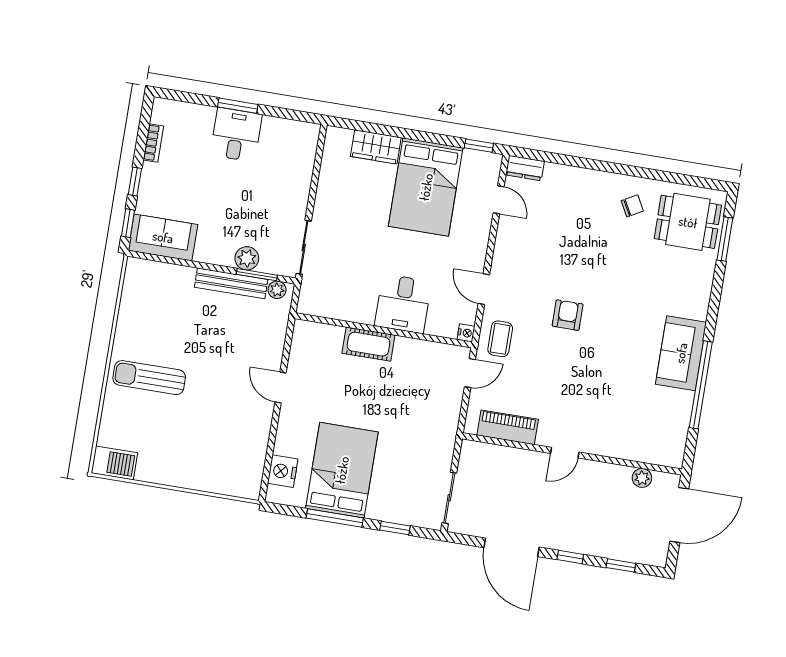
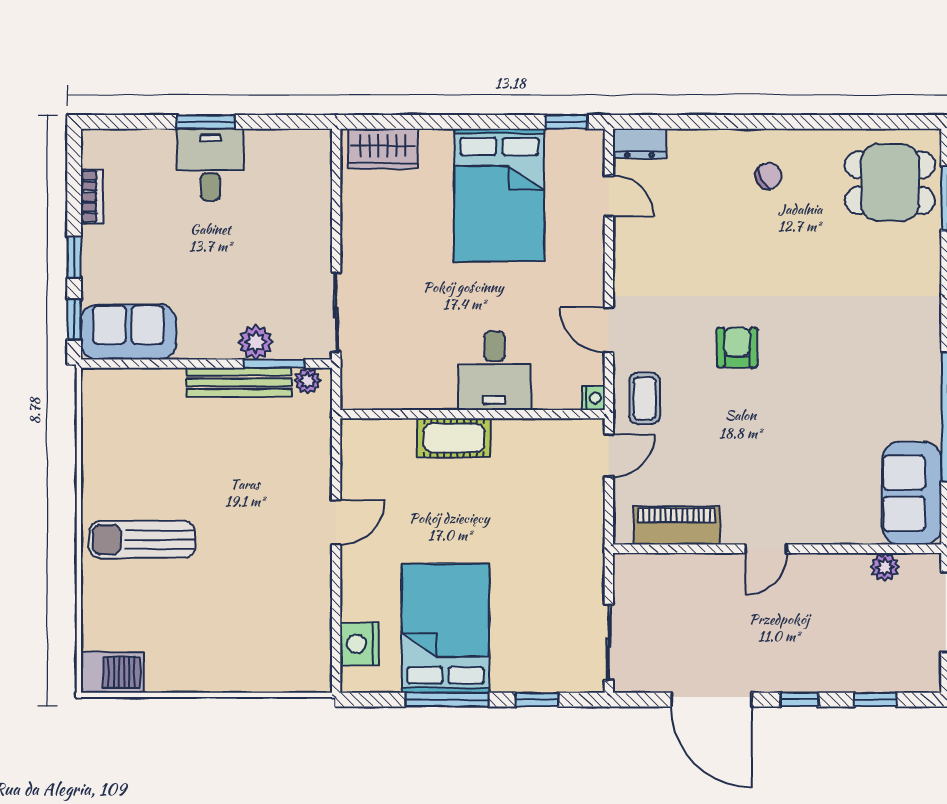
wardrobe: (376, 147) -> (383, 149), moved
chair: (632, 206) -> (768, 176), moved
sofa: (681, 353) -> (912, 493), moved
door: (280, 388) -> (336, 522), swing flipped

